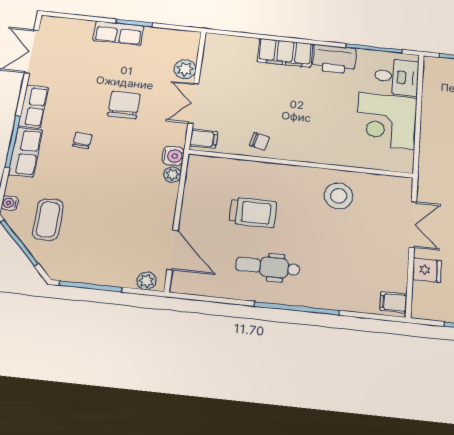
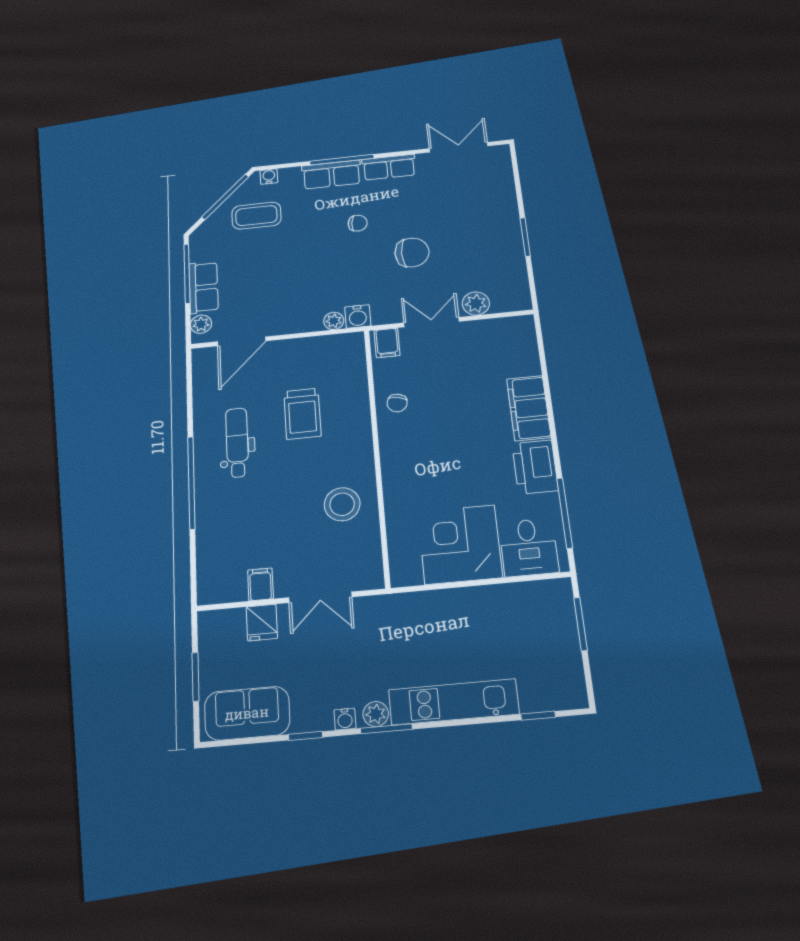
row of seats: (119, 33) -> (204, 287), moved, turned 180
filing cabinet: (393, 302) -> (260, 584), moved

